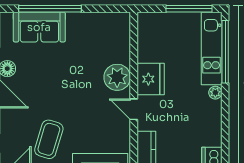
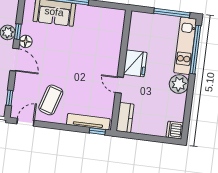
plant: (117, 77) -> (110, 59), removed
plant: (215, 93) -> (179, 84), width x1.87, depth x1.87

